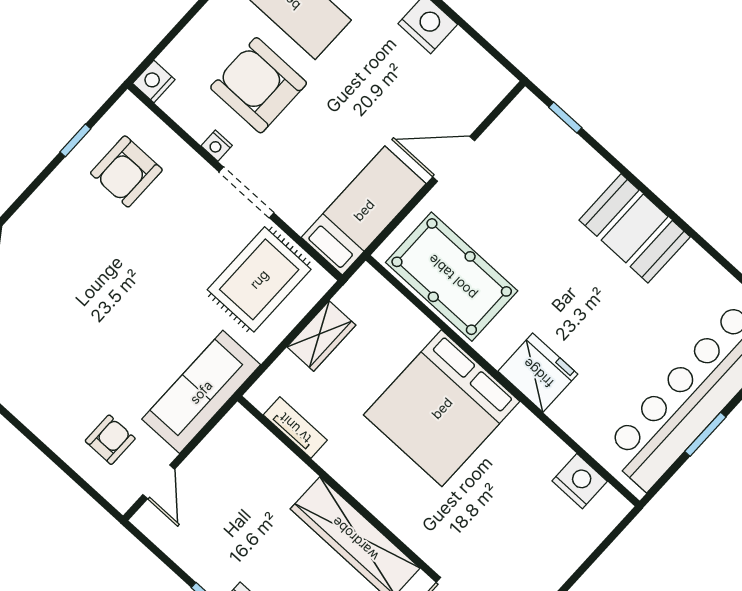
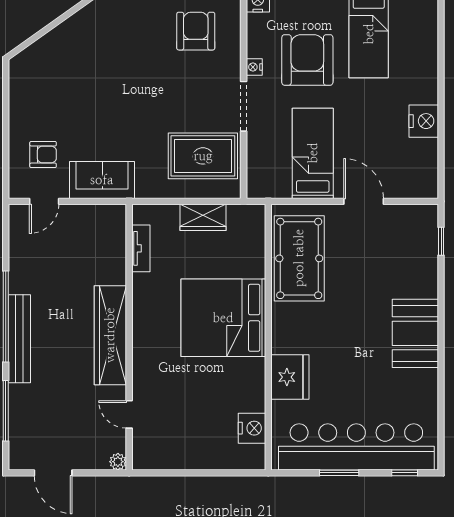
armchair: (126, 171) -> (196, 31), turned 90
bed: (364, 210) -> (313, 153), moved, turned -90
fridge: (538, 373) -> (290, 377), moved
sofa: (201, 392) -> (102, 180), width x0.73

